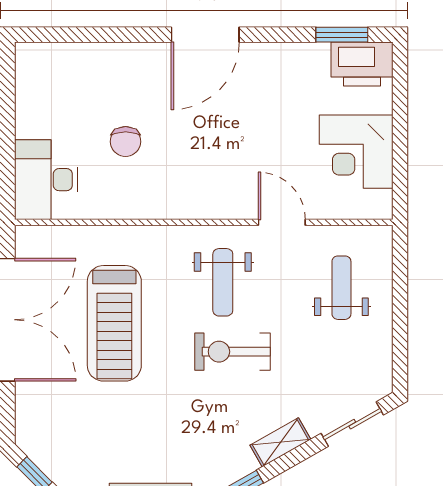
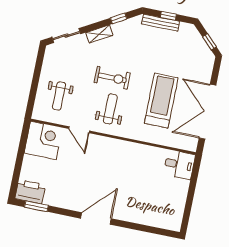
chair: (126, 142) -> (140, 179), removed
corner desk: (356, 152) -> (43, 140), moved
desk: (46, 180) -> (179, 165), width x0.73

